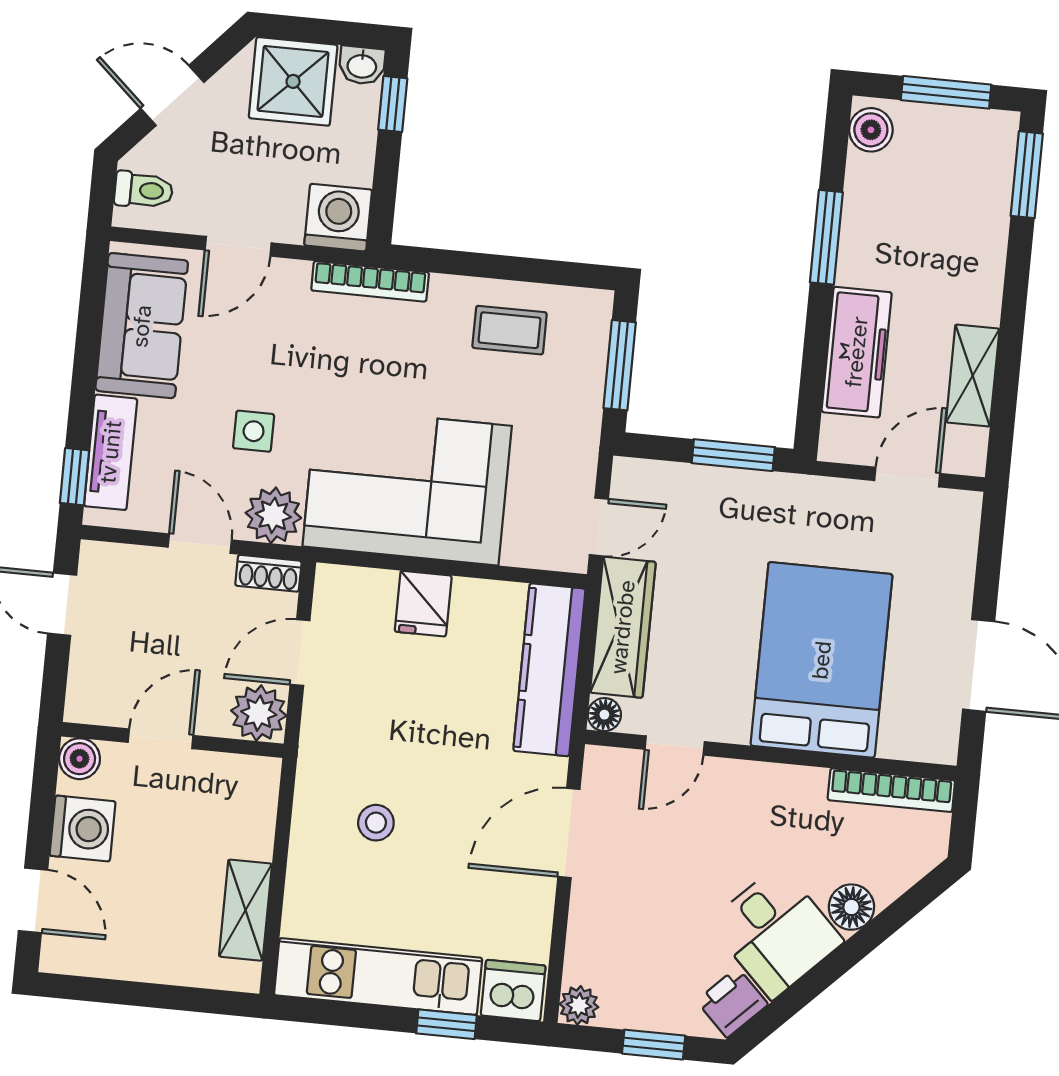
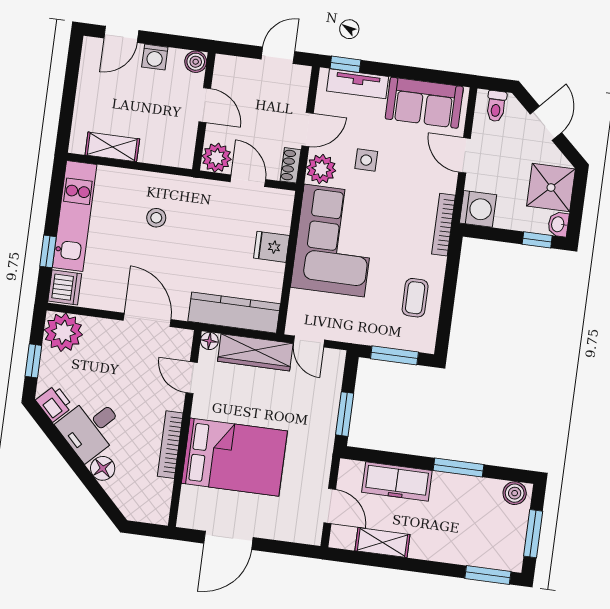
bookcase: (891, 790) -> (170, 445), moved
washing machine: (83, 829) -> (155, 57), width x0.73, depth x0.73
plant: (579, 1005) -> (63, 332), width x1.87, depth x1.87

